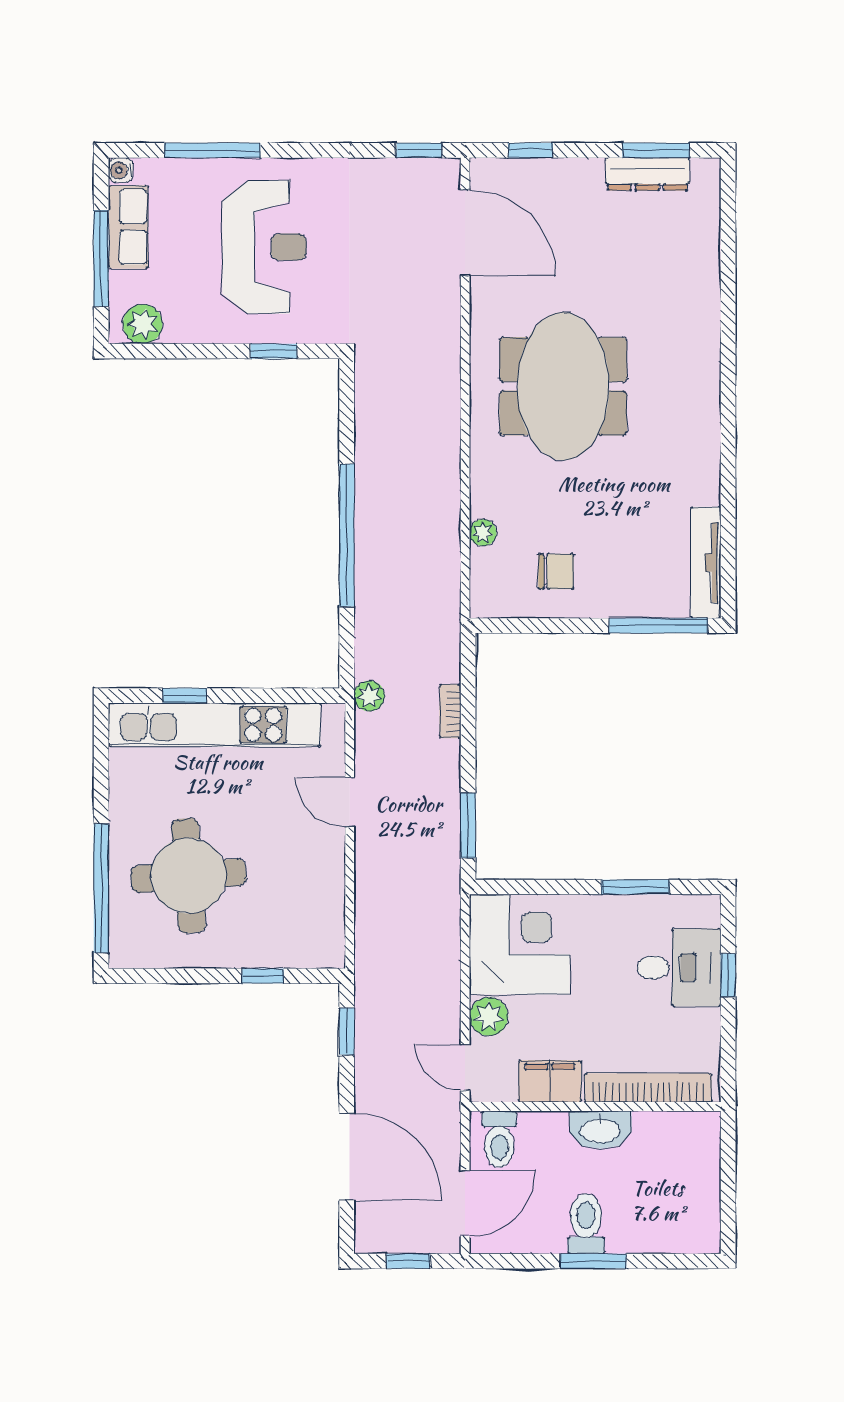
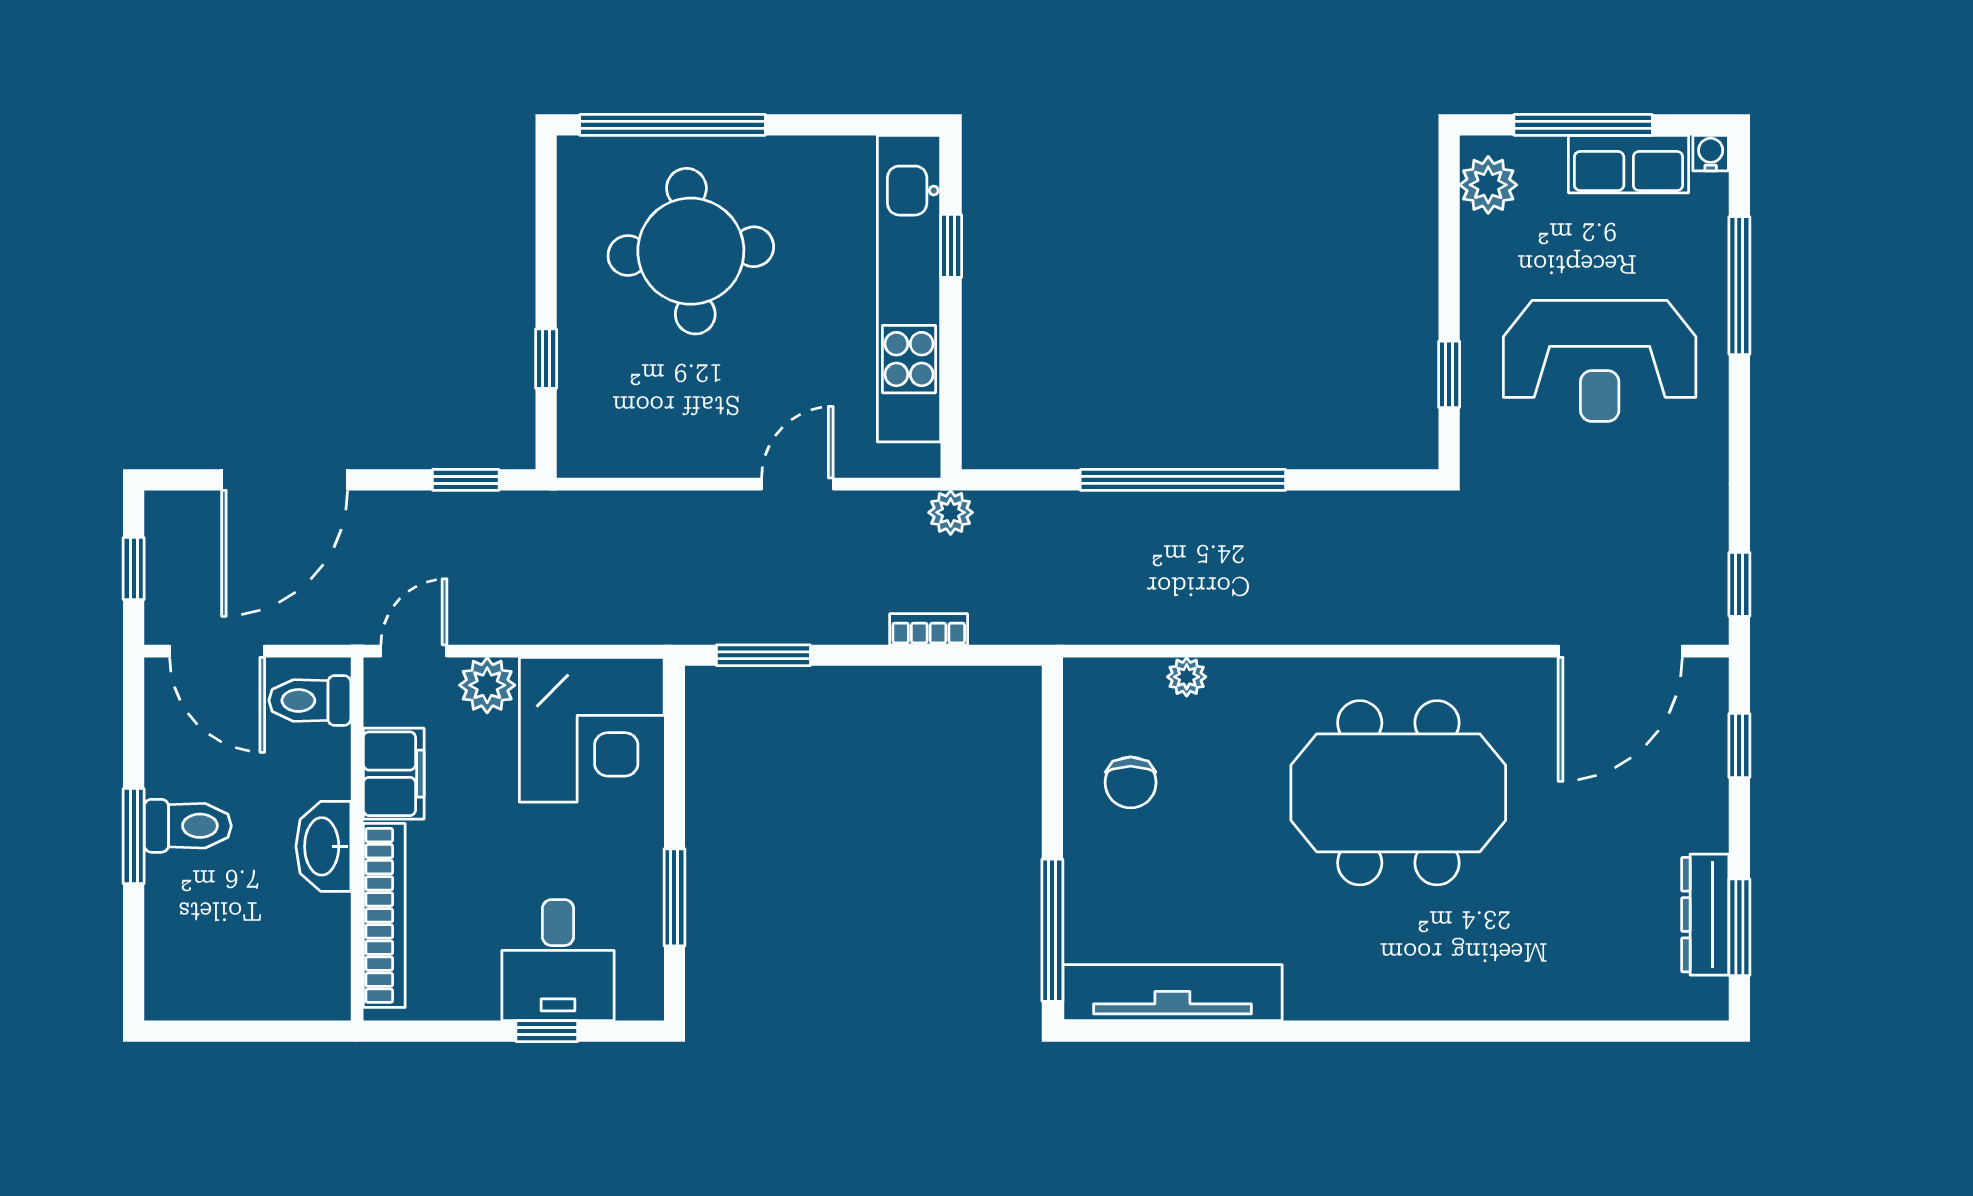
tv unit: (706, 563) -> (1172, 993), width x1.36, depth x1.29

